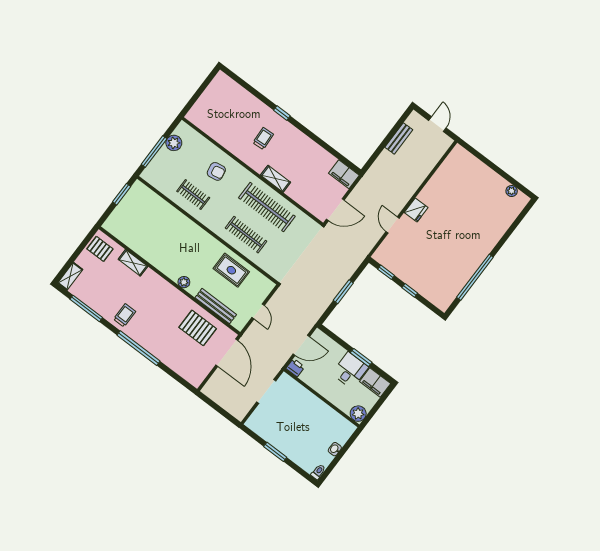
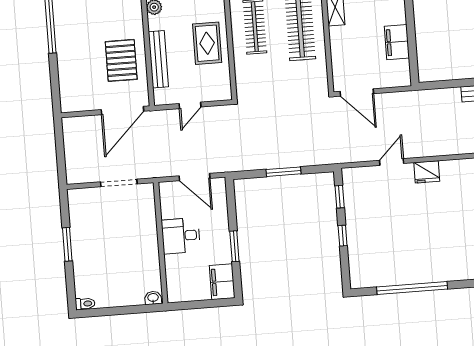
filing cabinet: (344, 174) -> (397, 42), moved
printer: (295, 368) -> (167, 191), removed
desk: (350, 370) -> (181, 236), moved, turned 180
plant: (358, 414) -> (177, 292), removed
washbasin: (335, 449) -> (153, 298), moved

